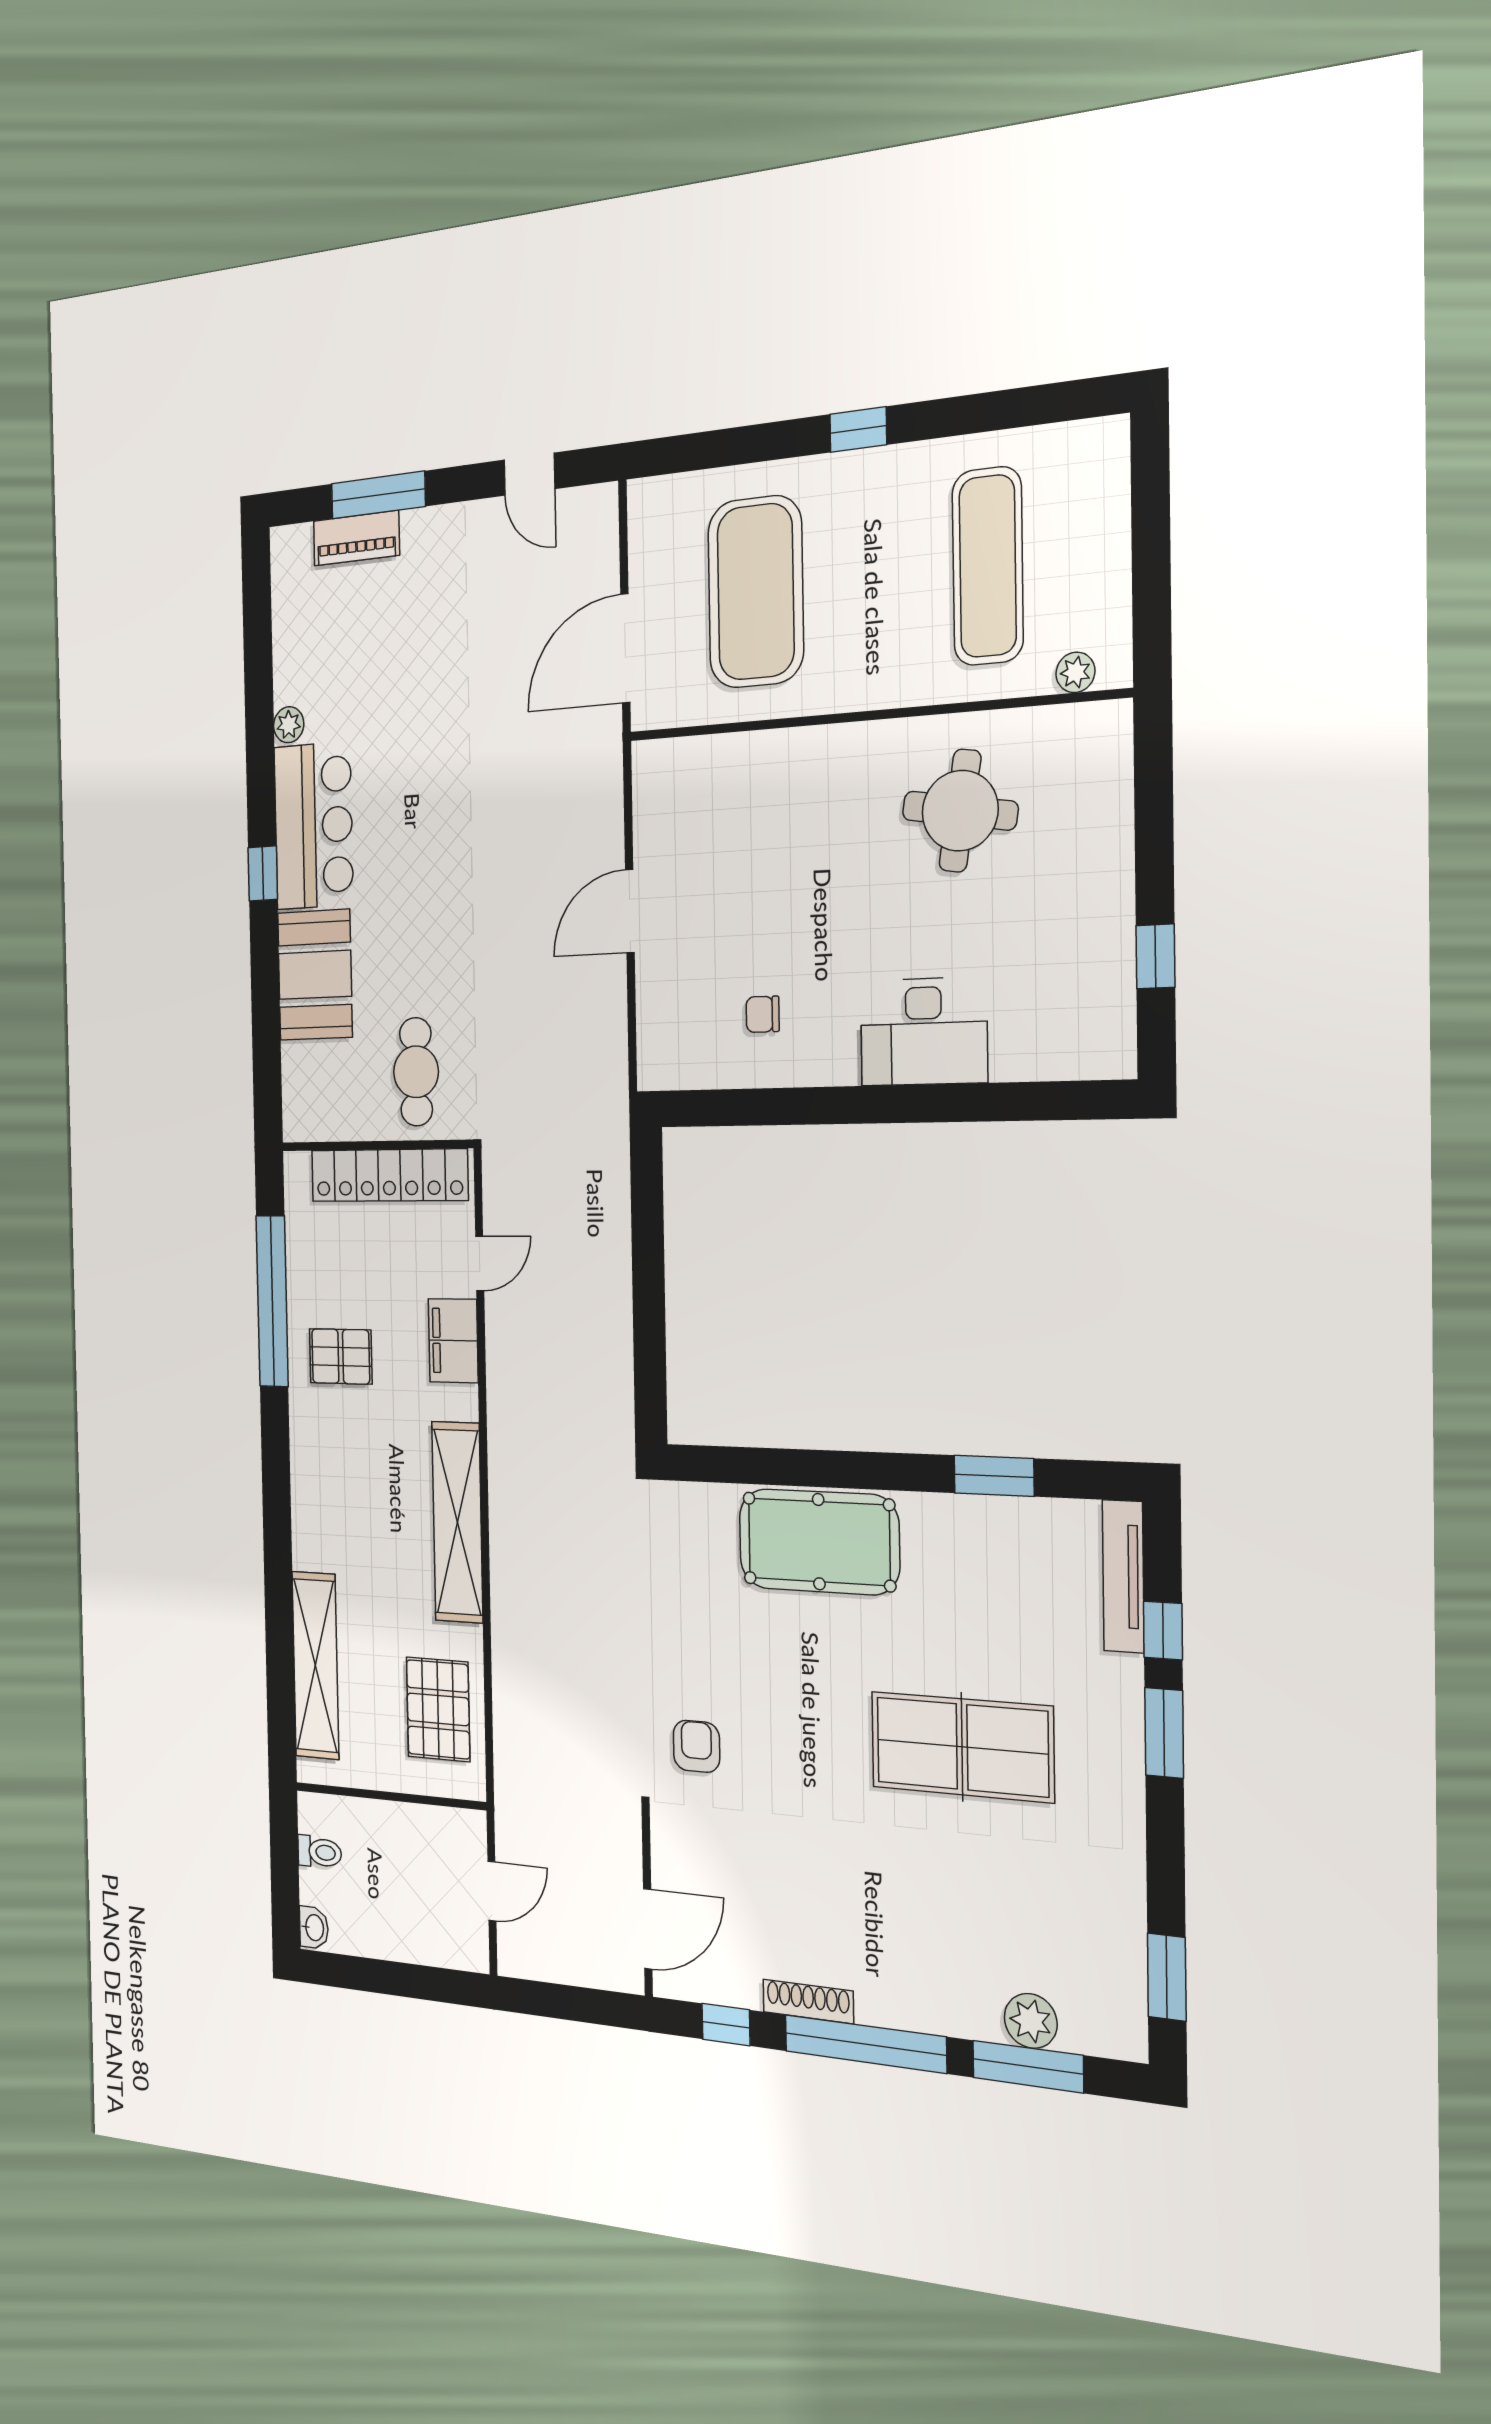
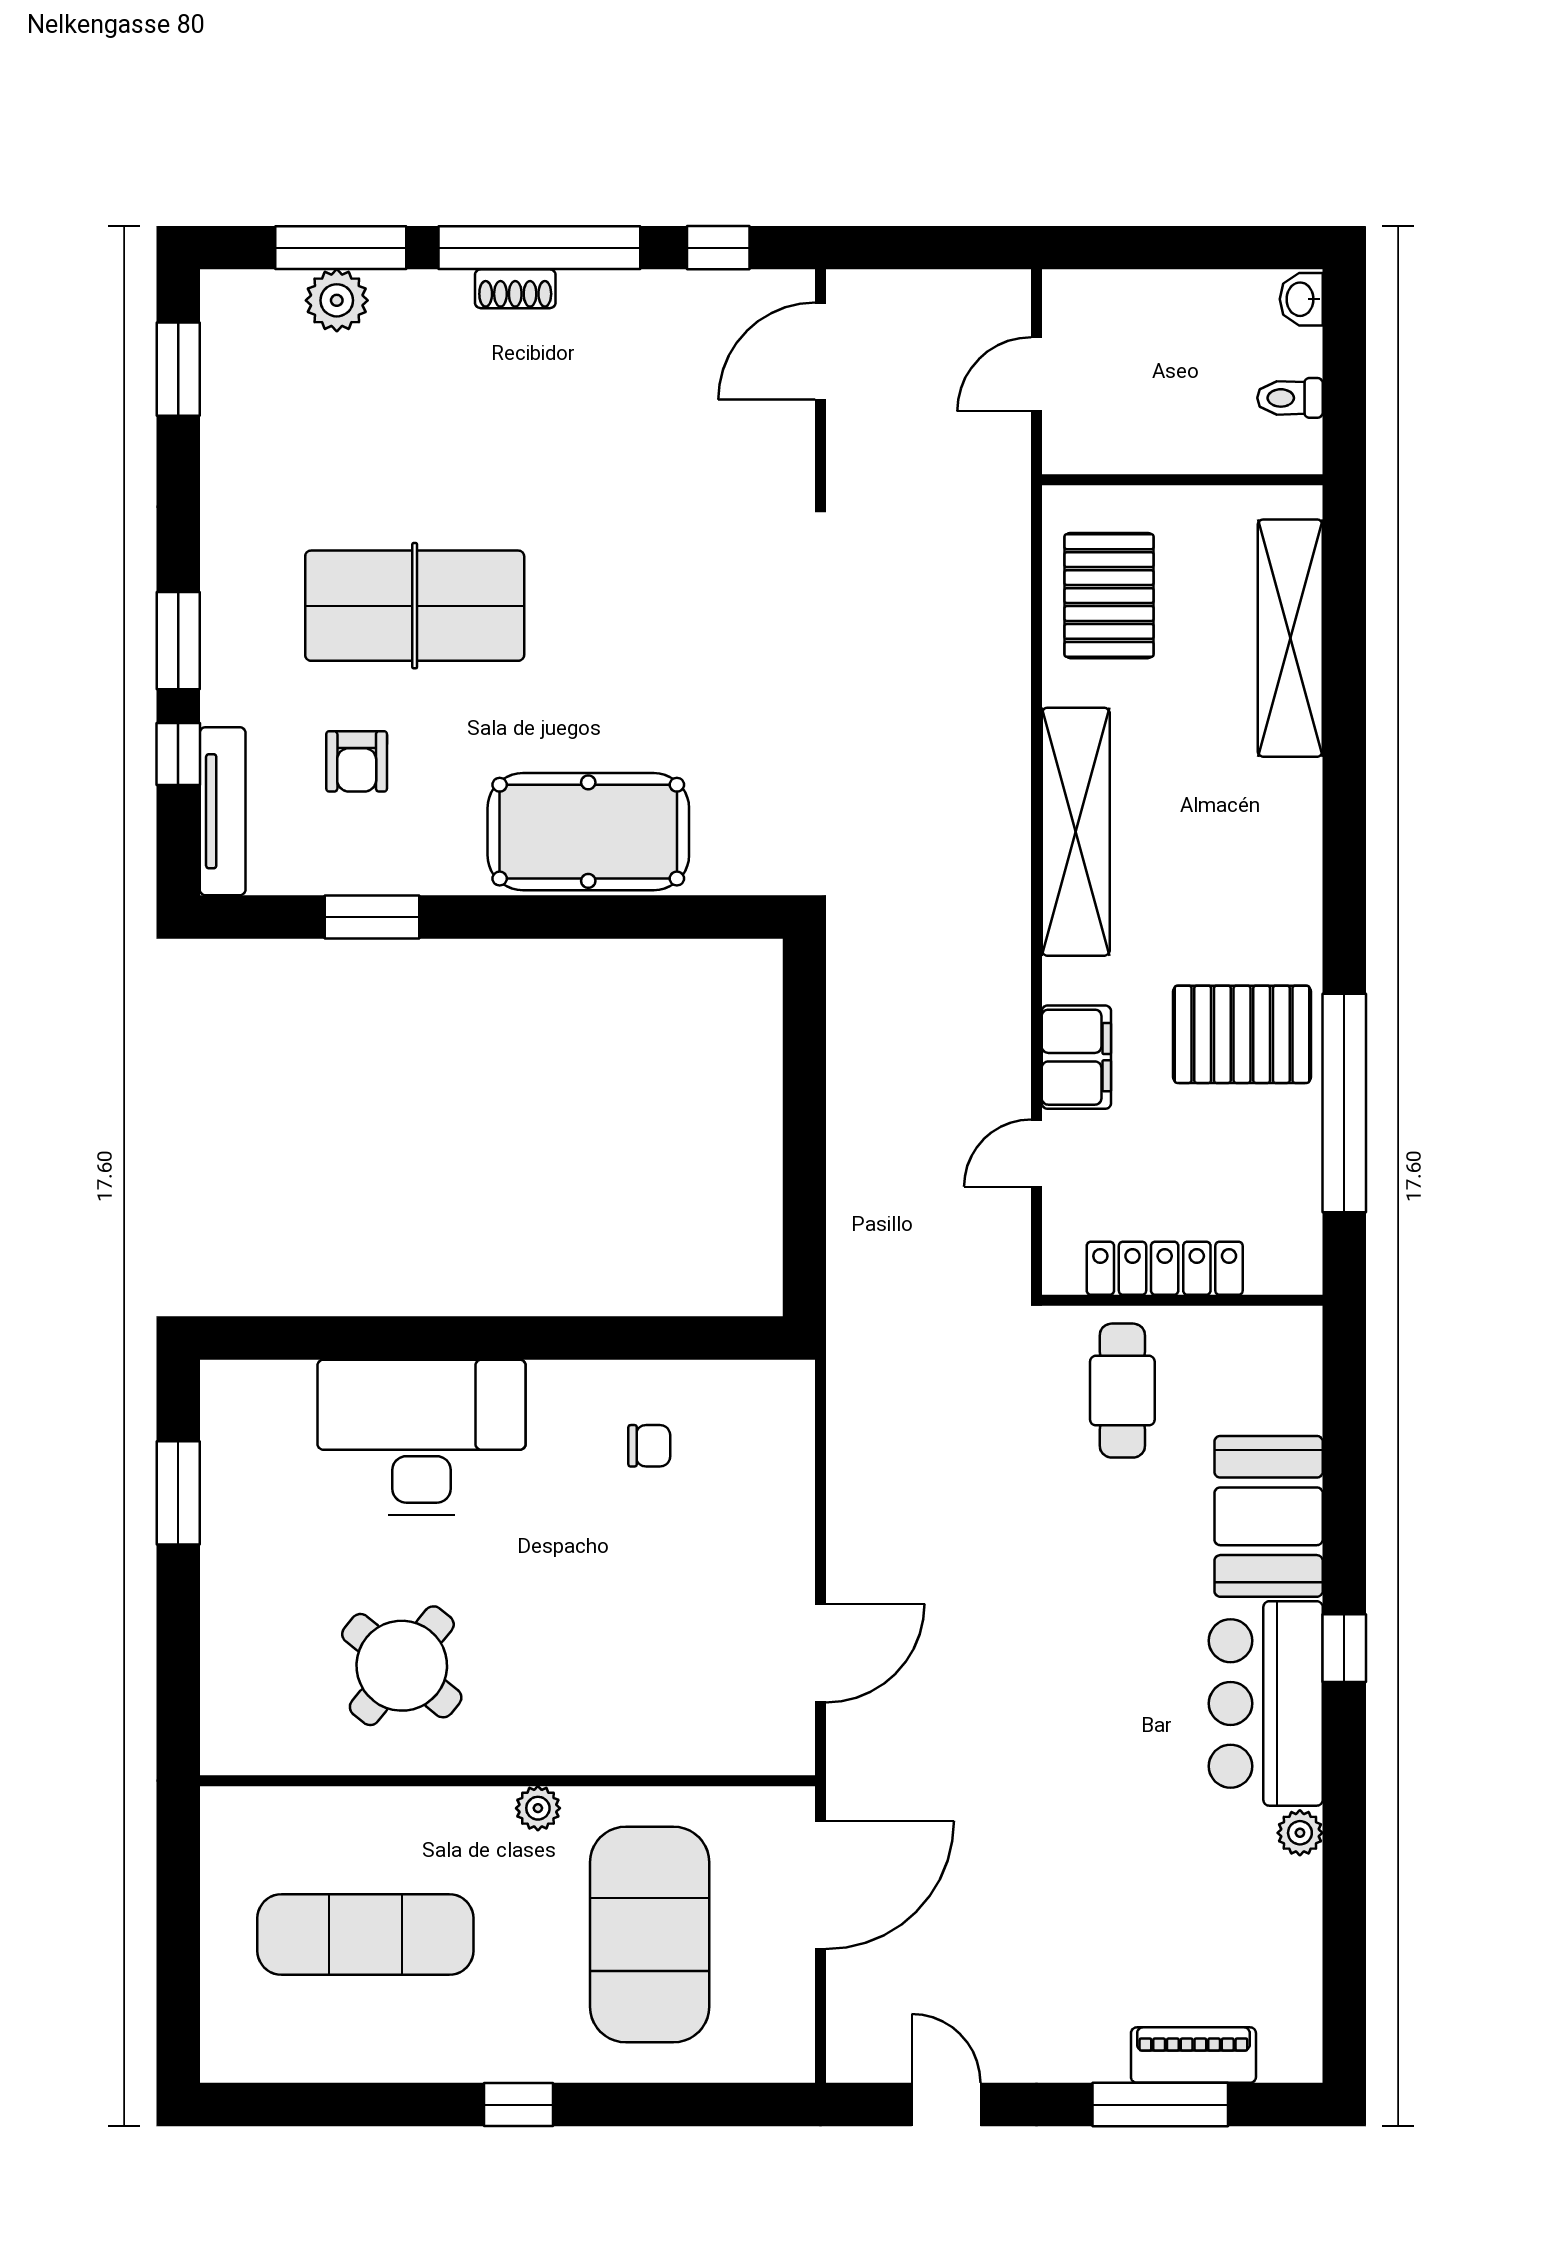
exercise mat: (988, 566) -> (365, 1935), turned 90
plant: (1075, 672) -> (538, 1808), moved
round table: (960, 811) -> (402, 1666), turned 30
door: (630, 911) -> (821, 1653), moved
window: (1155, 956) -> (178, 1493), width x1.50
desk: (924, 1032) -> (422, 1437), width x1.36, depth x1.30
locker: (389, 1175) -> (1165, 1268), width x0.71, depth x0.83
pallet: (341, 1356) -> (1242, 1034), width x1.50, depth x1.42
armchair: (696, 1746) -> (357, 761), moved
shoe rack: (808, 2001) -> (515, 289), moved, width x0.70

